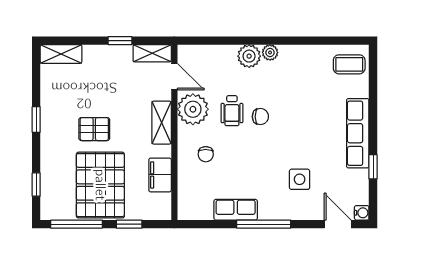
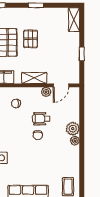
shelving: (152, 53) -> (74, 72), removed
plant: (193, 109) -> (46, 92), width x0.53, depth x0.53

